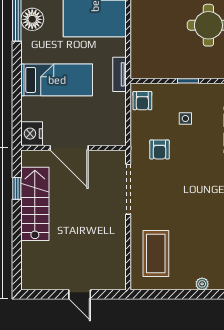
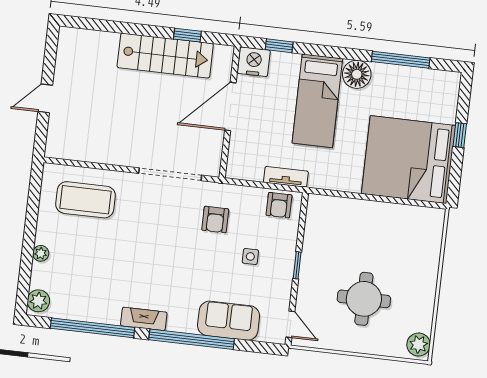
floor lamp: (32, 19) -> (357, 74), moved
tv unit: (119, 74) -> (286, 177), moved
armchair: (142, 101) -> (279, 205), turned -90
window: (17, 115) -> (279, 46), added
armchair: (159, 150) -> (215, 220), turned -90

